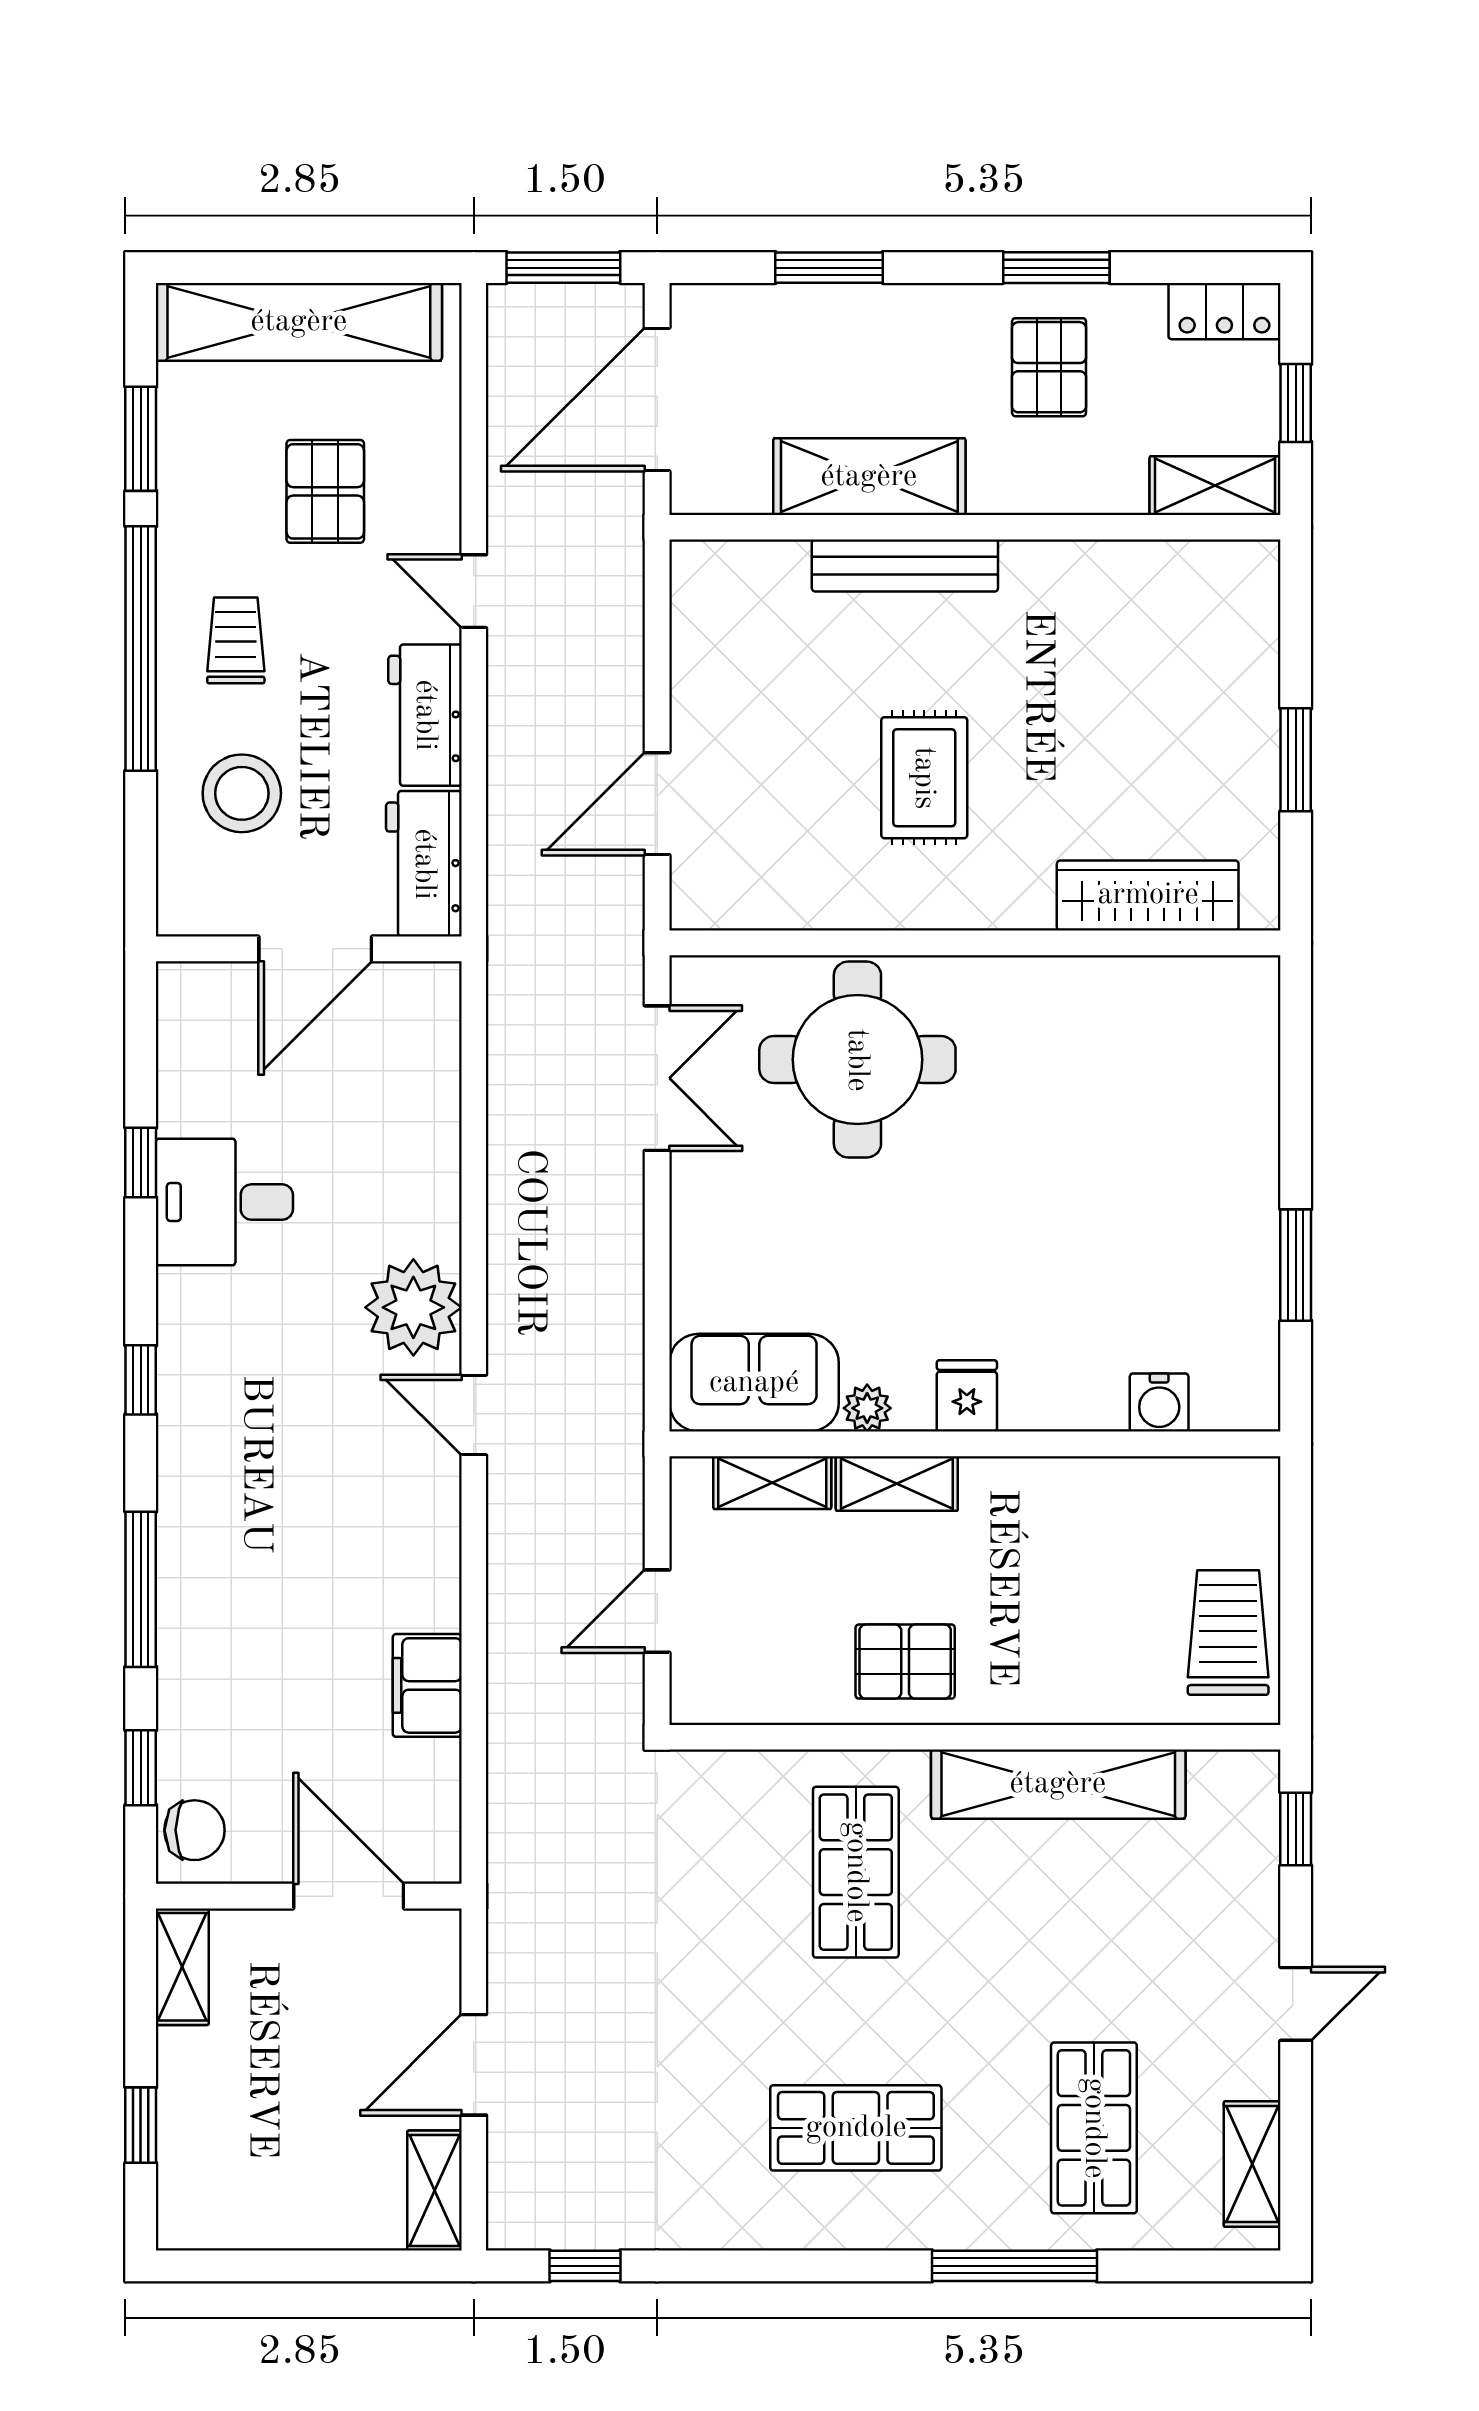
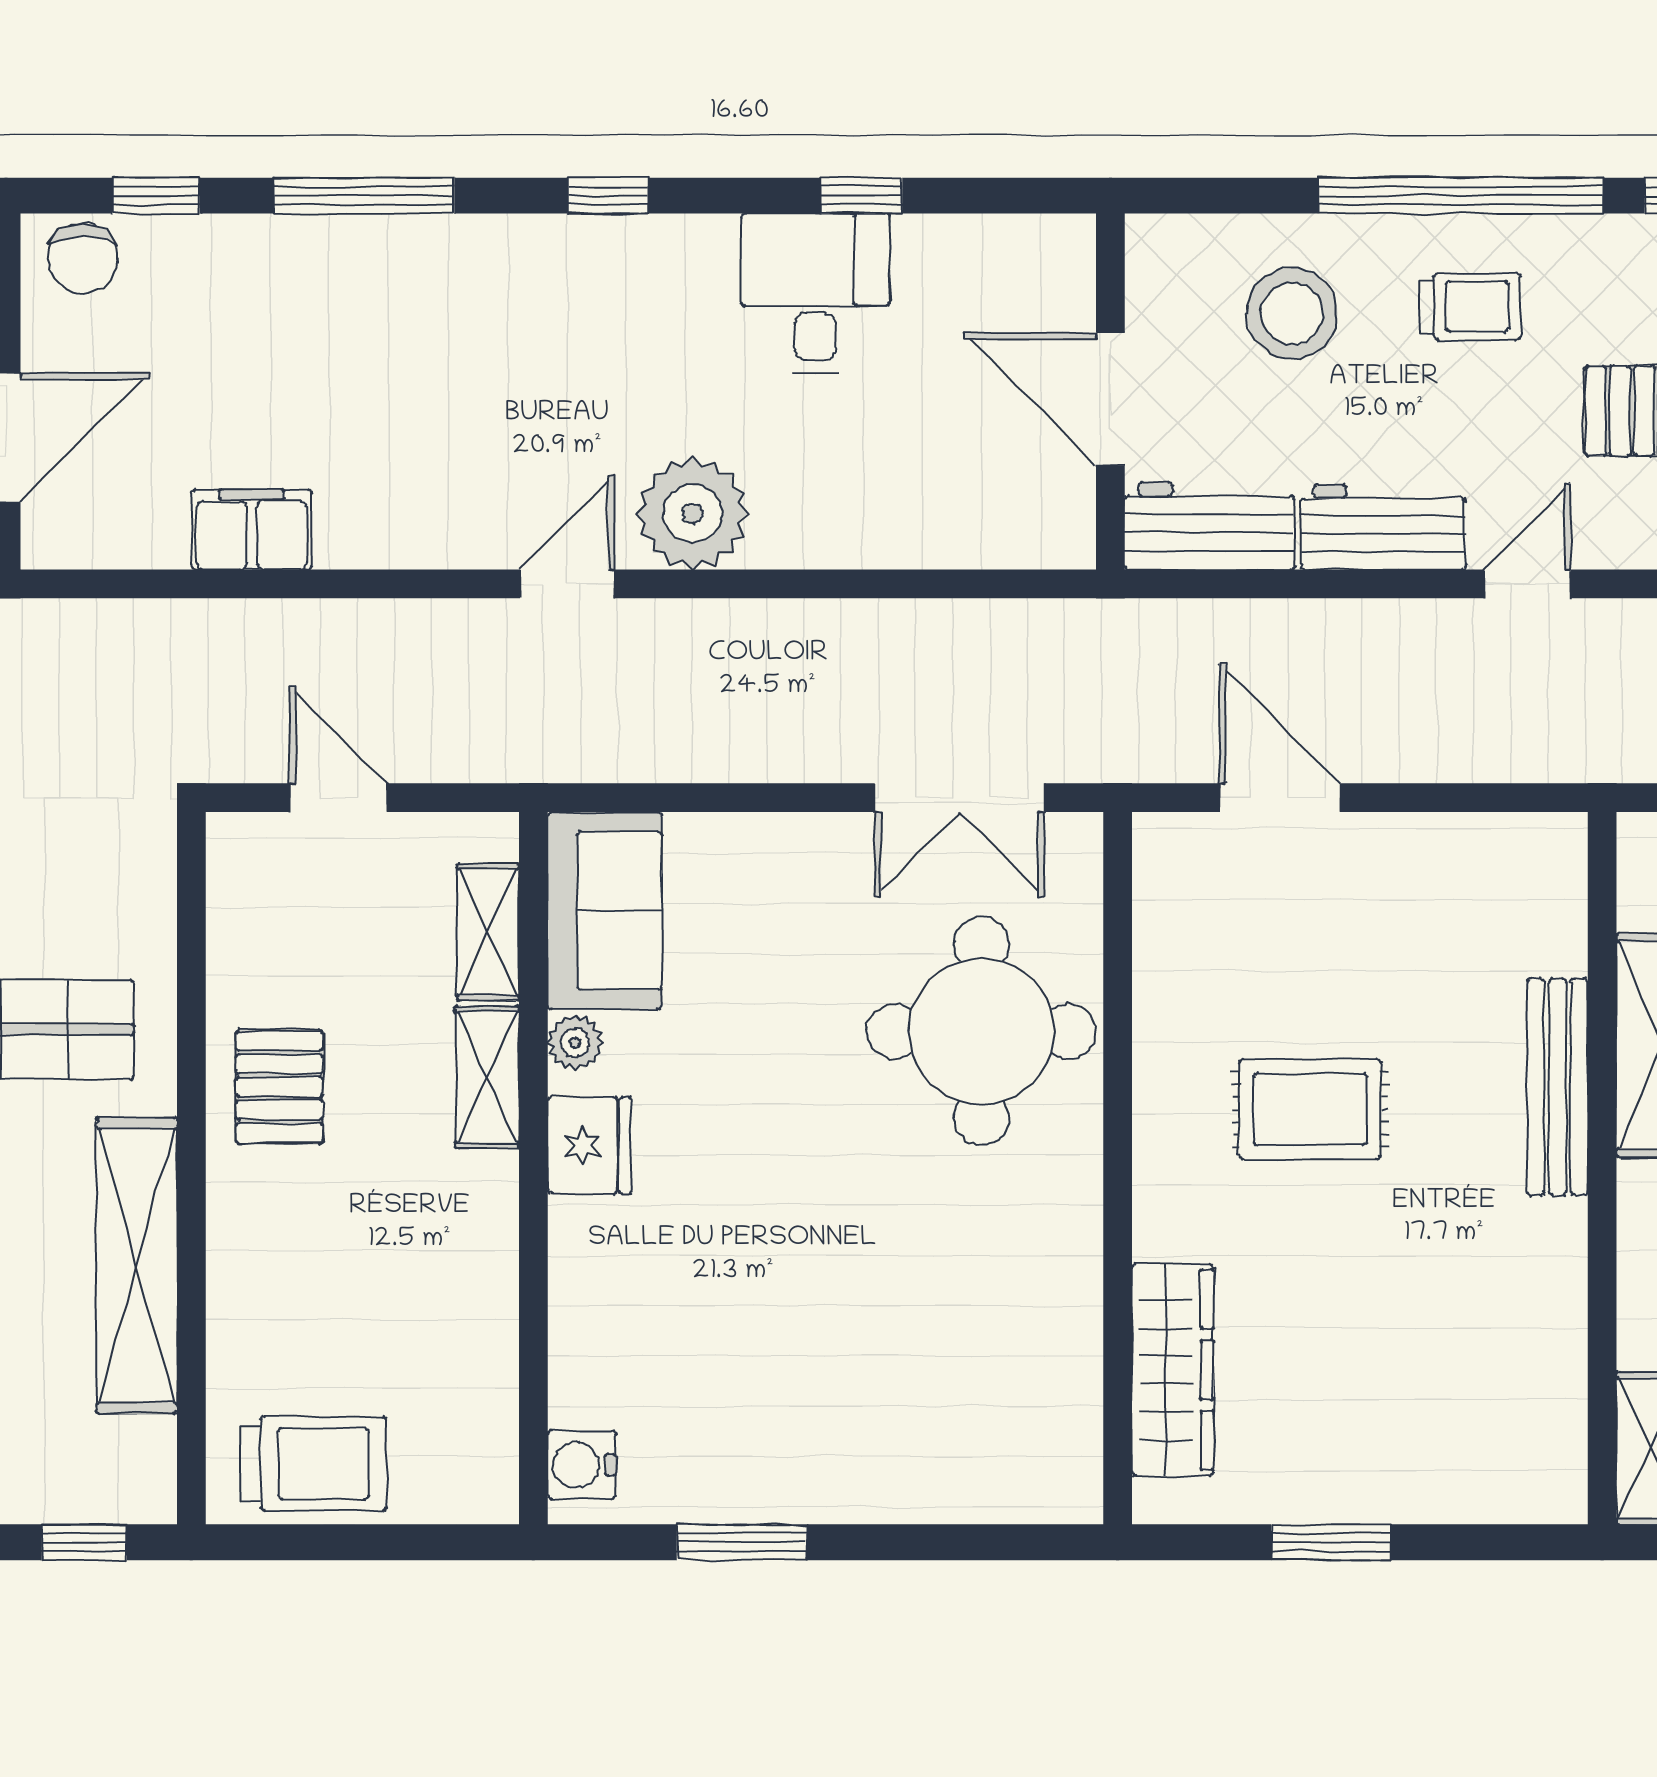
fridge: (967, 1396) -> (589, 1145), width x1.38
water cooler: (1159, 1402) -> (582, 1465), moved

